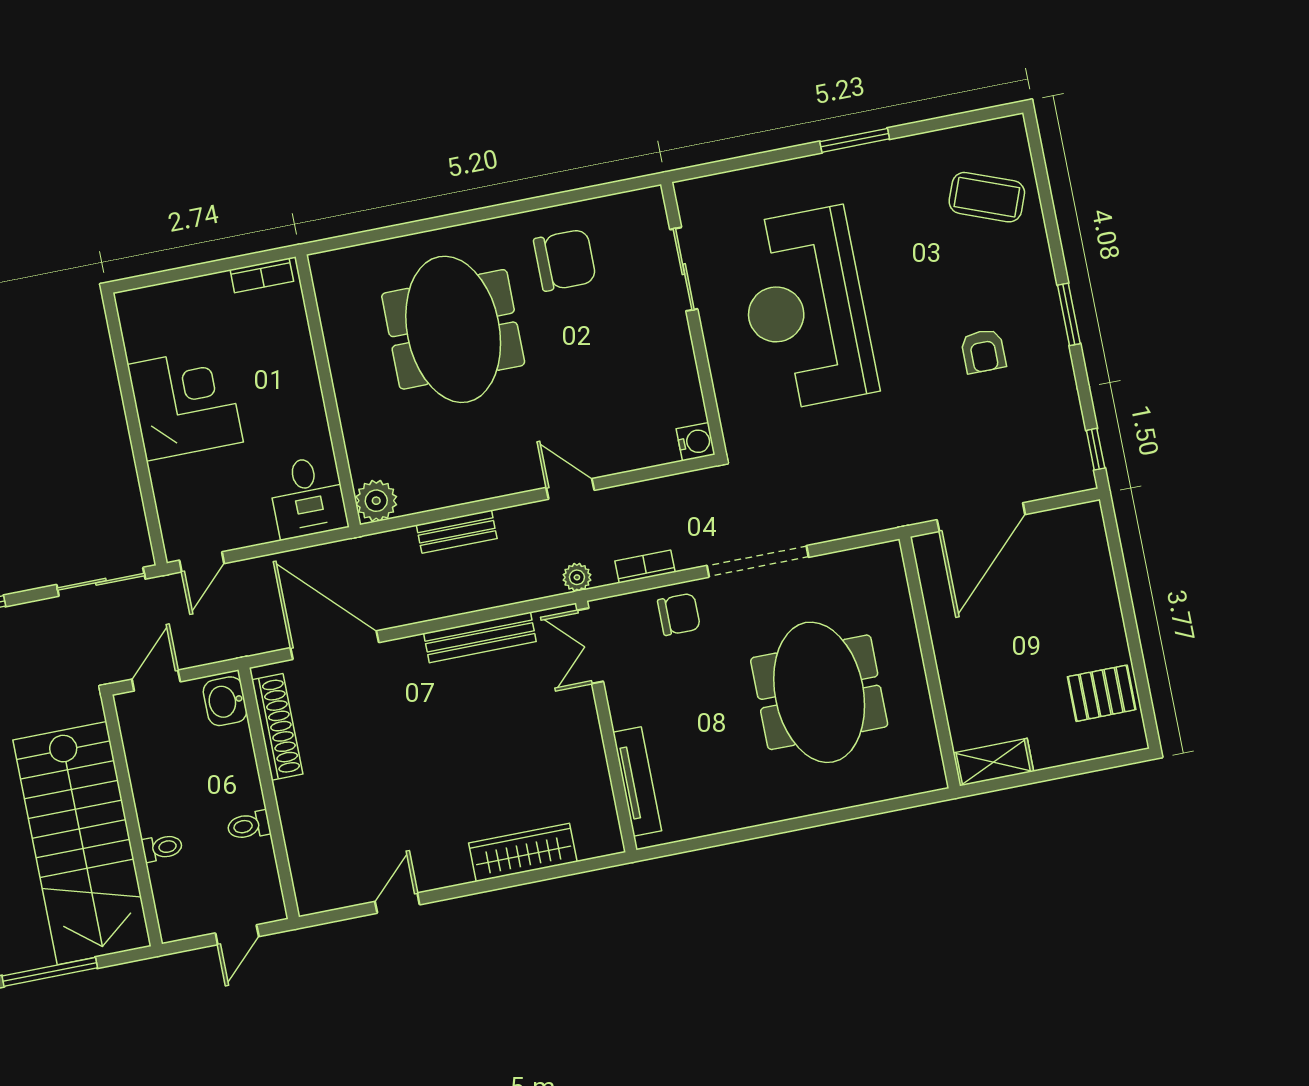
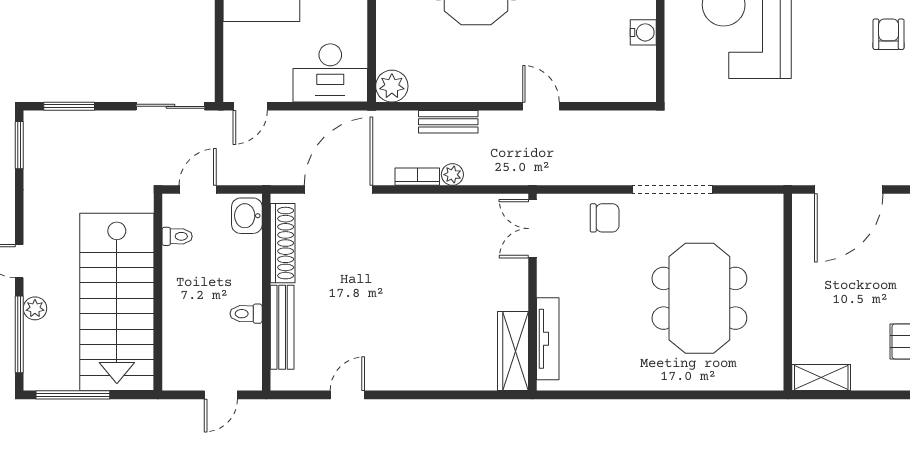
armchair: (983, 351) -> (889, 34), moved, turned 180
water cooler: (696, 442) -> (643, 32), moved
desk: (308, 497) -> (330, 73), width x1.37
bookcase: (645, 567) -> (417, 177), moved
plant: (577, 577) -> (452, 175), moved
bench: (480, 637) -> (282, 327), moved, turned 90
door: (335, 645) -> (339, 190), hinge flipped
toilet: (162, 848) -> (177, 236), moved
wardrobe: (523, 852) -> (513, 351), moved, turned -90

